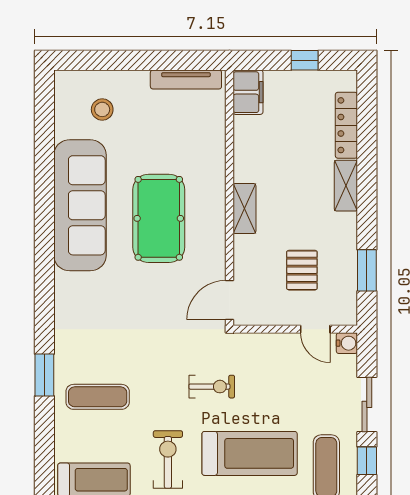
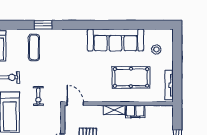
filing cabinet: (248, 92) -> (135, 112), moved
pool table: (159, 218) -> (131, 77), moved

